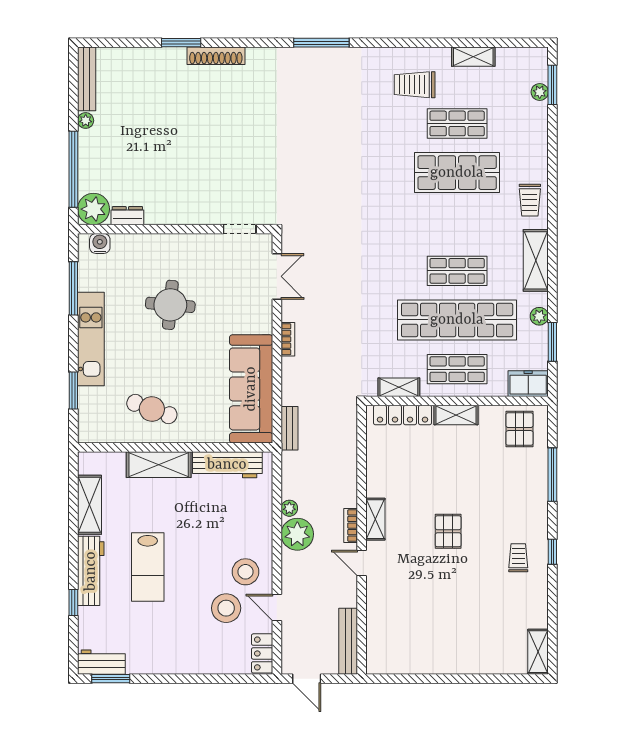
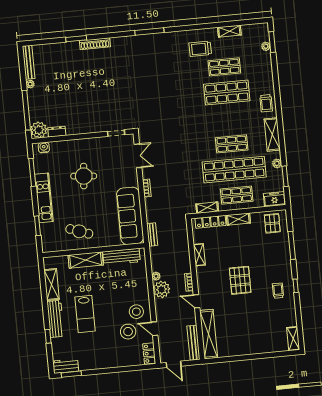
shelving: (375, 519) -> (199, 255), moved
pallet: (448, 531) -> (240, 280), width x1.50, depth x1.42
shelving: (379, 628) -> (209, 334), added

